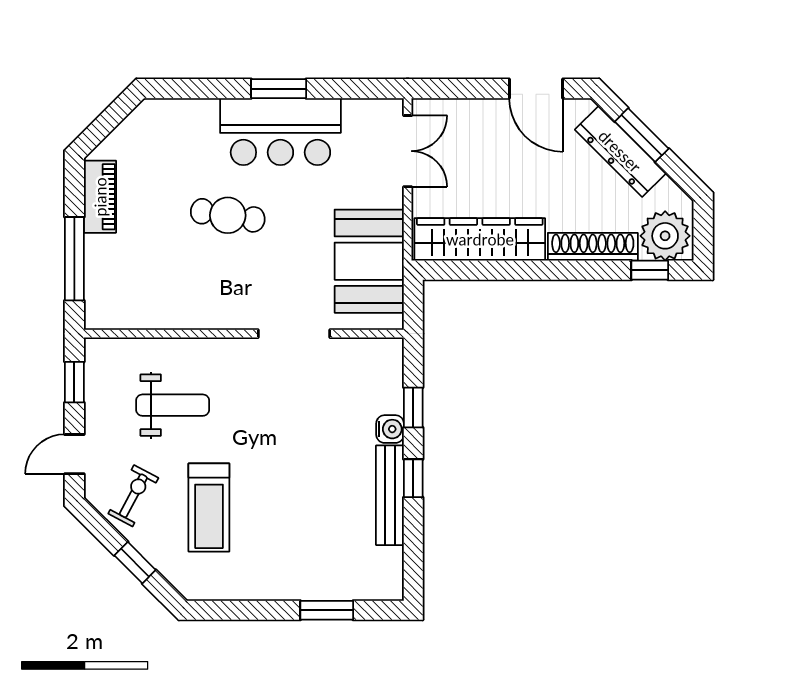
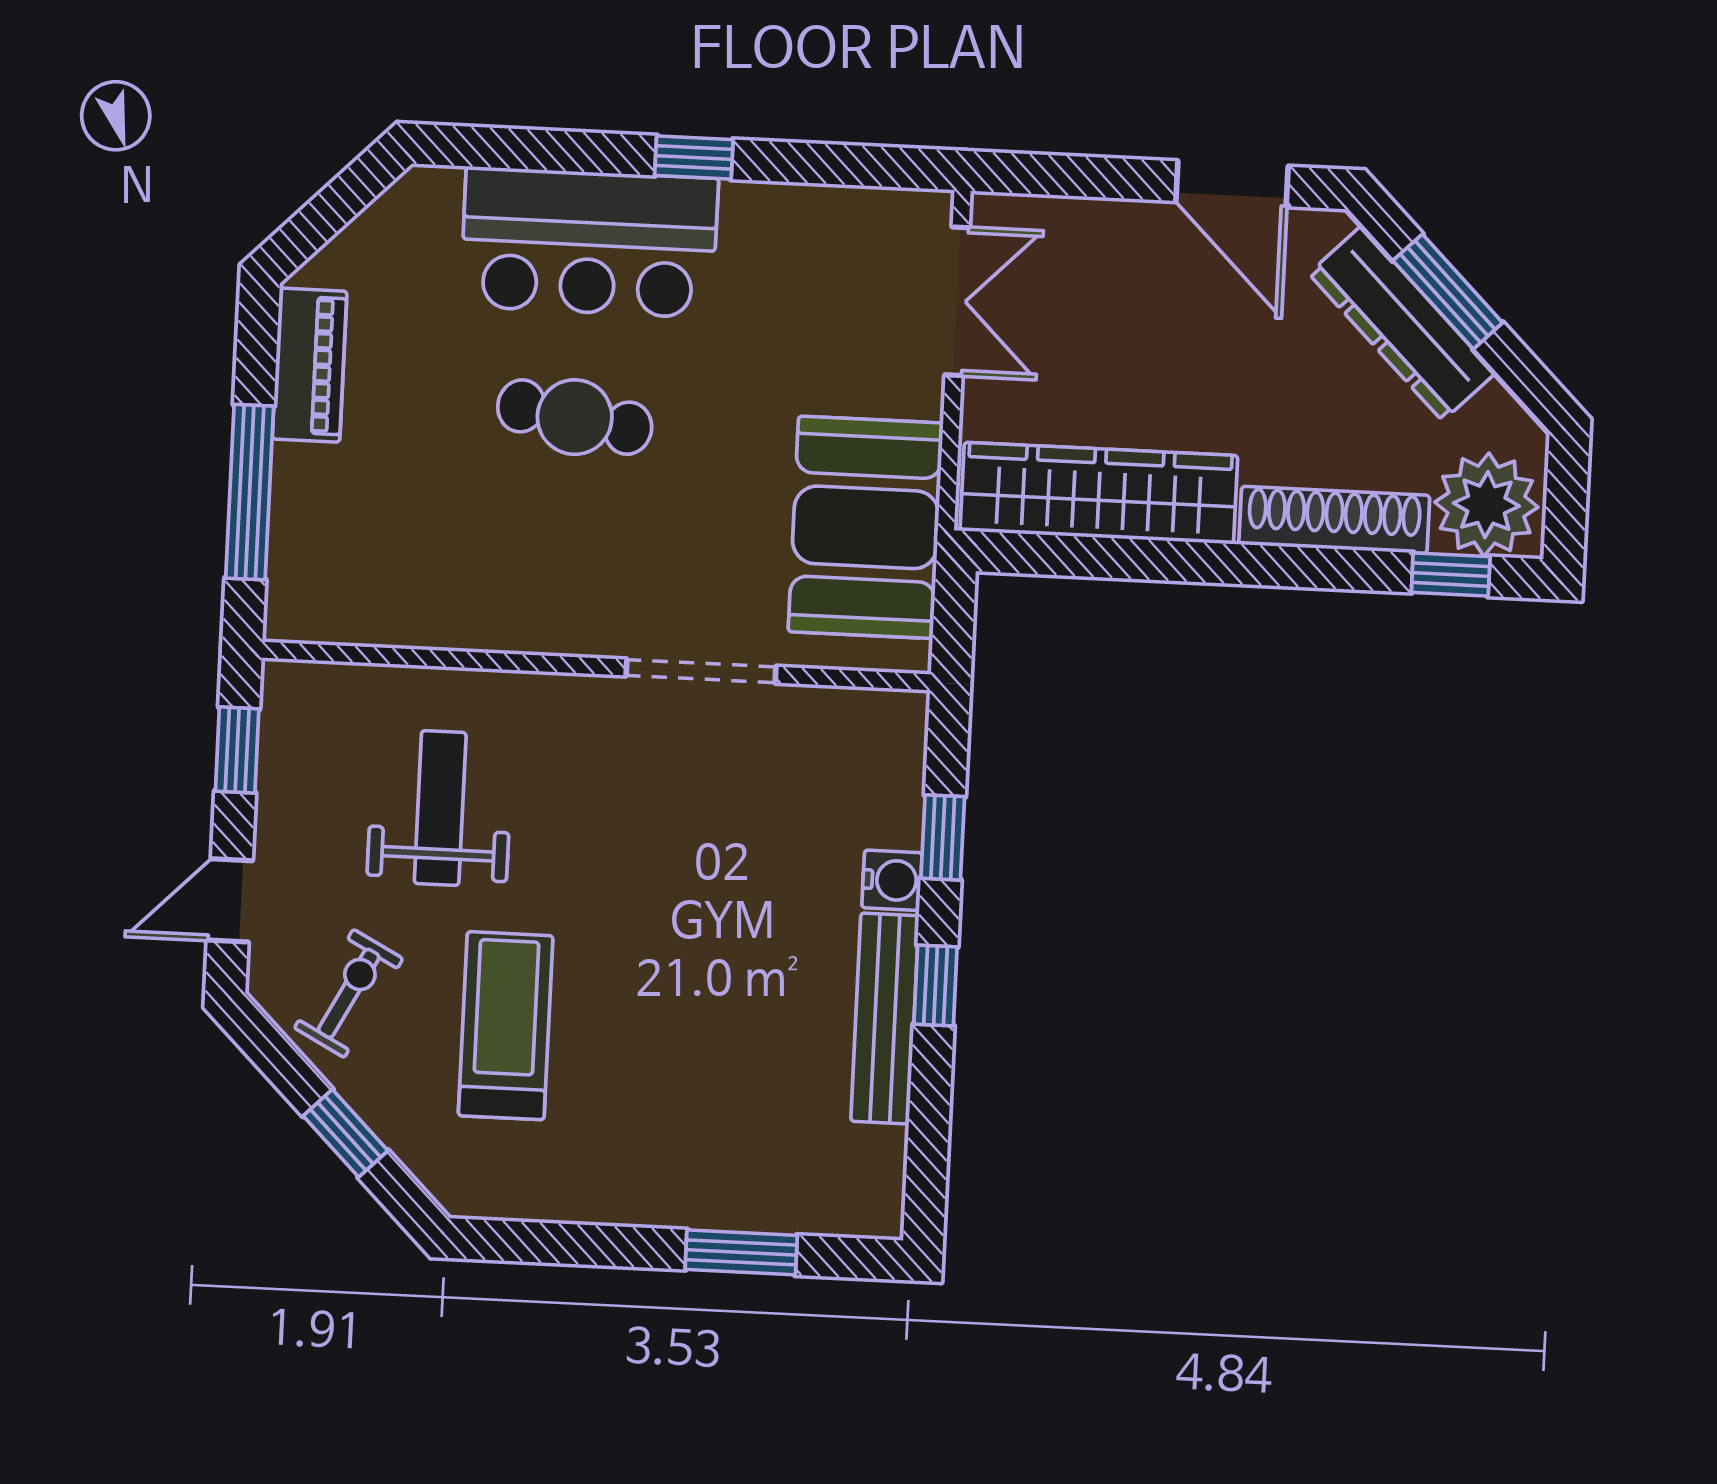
window: (279, 89) -> (694, 157), width x0.67
bar counter: (280, 132) -> (589, 242), moved
weight bench: (173, 405) -> (440, 808), turned -90
treadmill: (209, 508) -> (506, 1026), turned 180

